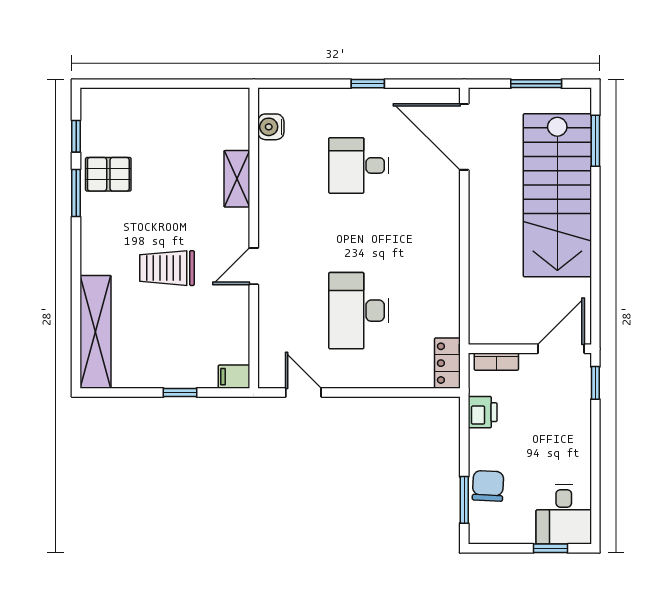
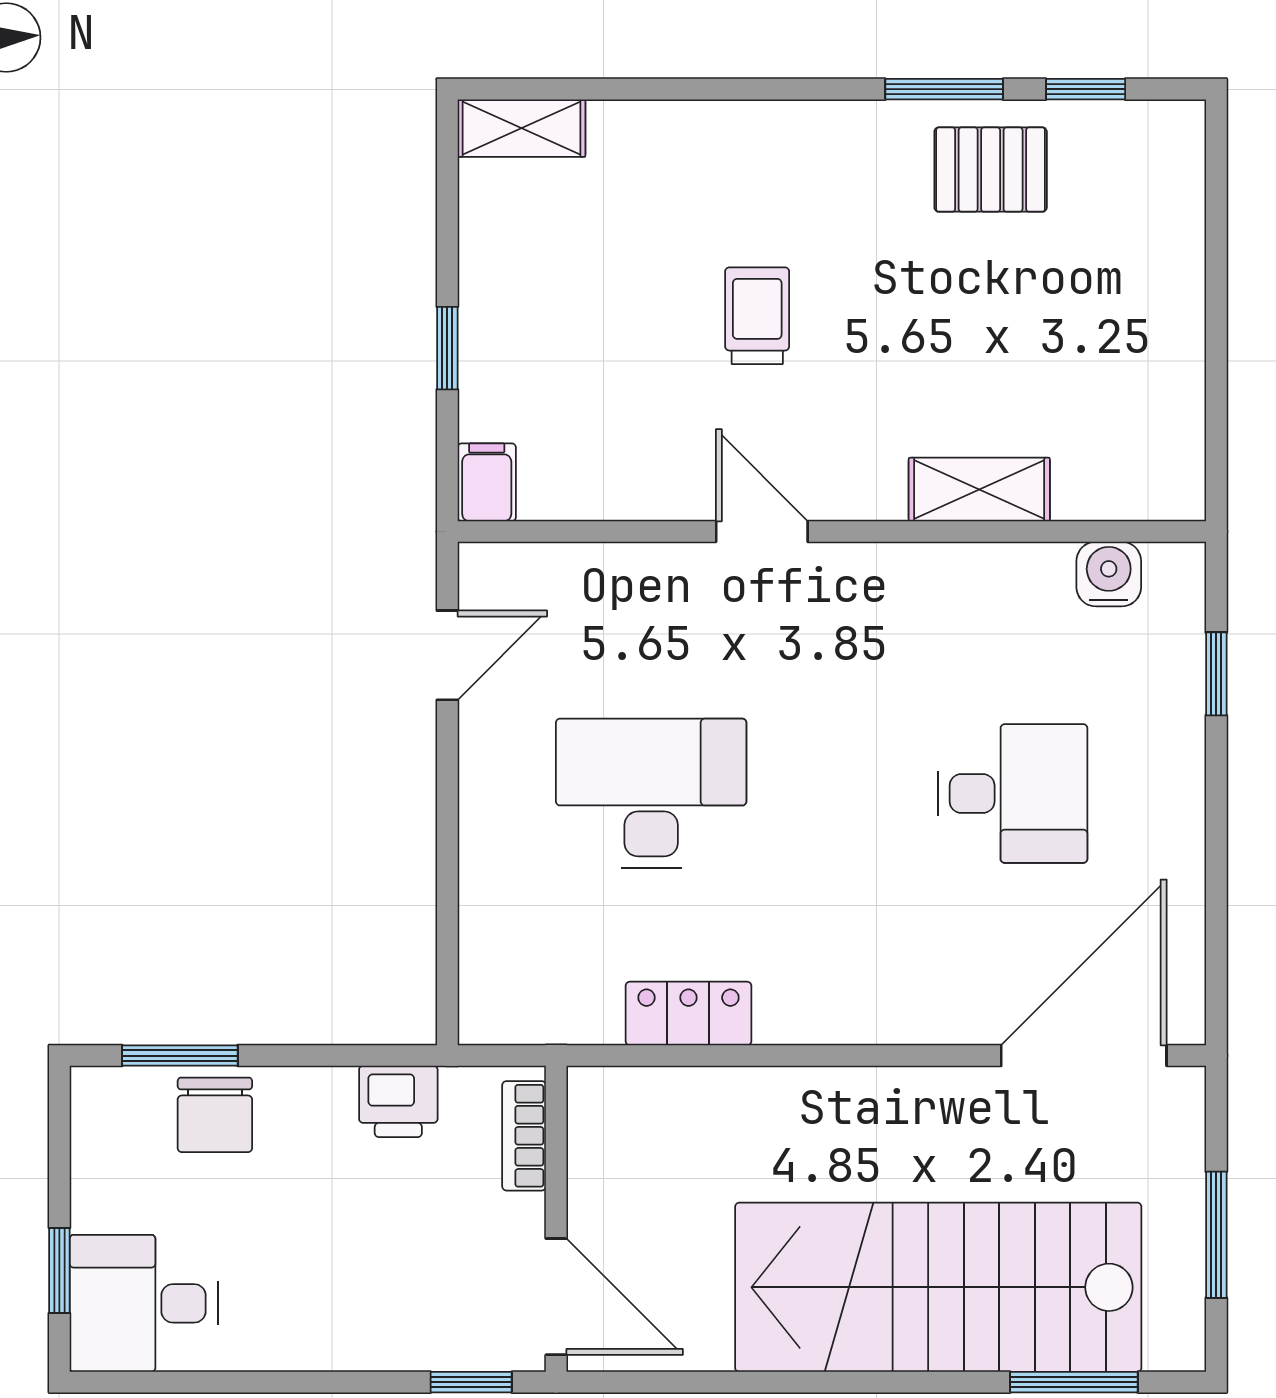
window: (368, 84) -> (1216, 674), moved
desk: (359, 165) -> (1013, 794), turned 90
pallet: (108, 174) -> (991, 170), turned 90
trolley: (167, 268) -> (757, 316), width x0.73, depth x0.72
shelving: (96, 332) -> (522, 128), width x0.45, depth x0.75
locker: (447, 363) -> (688, 1014), moved
chair: (488, 486) -> (215, 1115), turned 87

